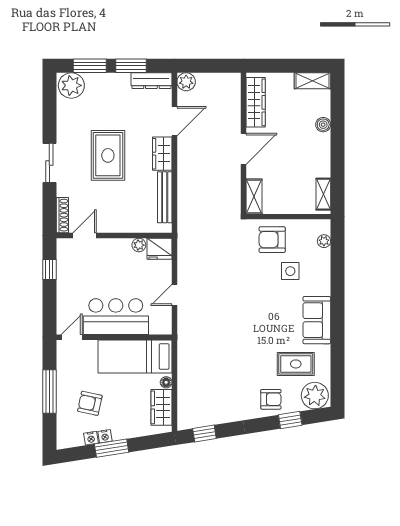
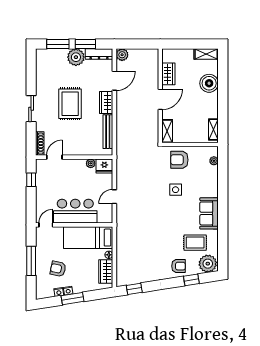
plant: (71, 85) -> (76, 57), moved
wardrobe: (256, 102) -> (168, 74), width x0.67
boiler: (323, 125) -> (209, 83), width x1.86, depth x1.86
side table: (290, 271) -> (176, 190), moved

